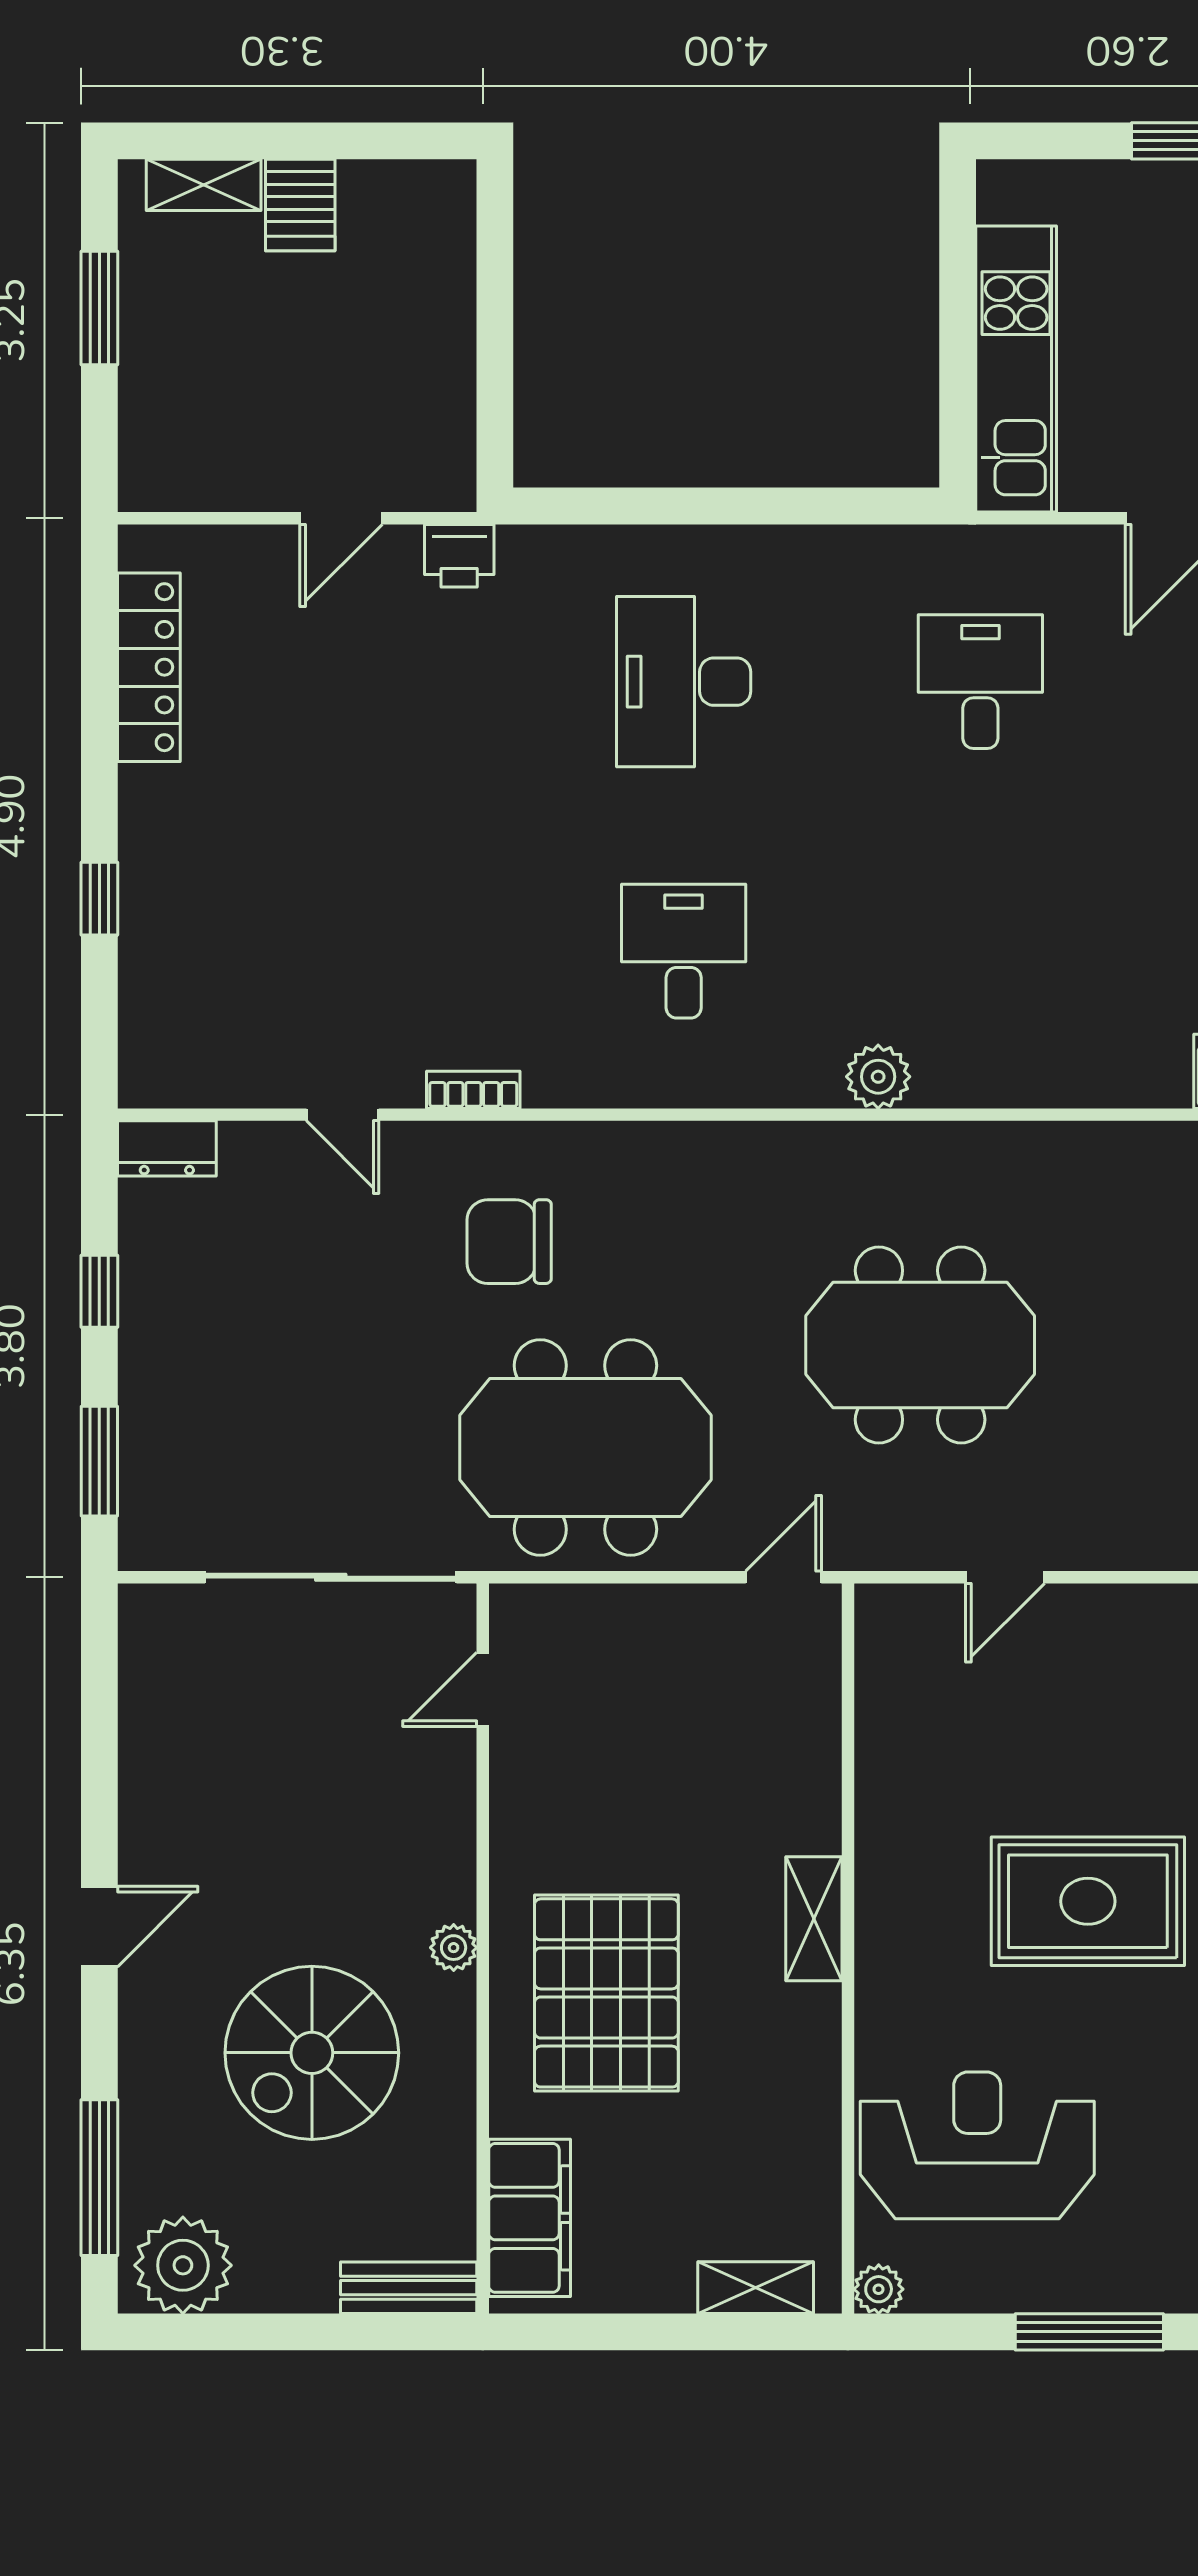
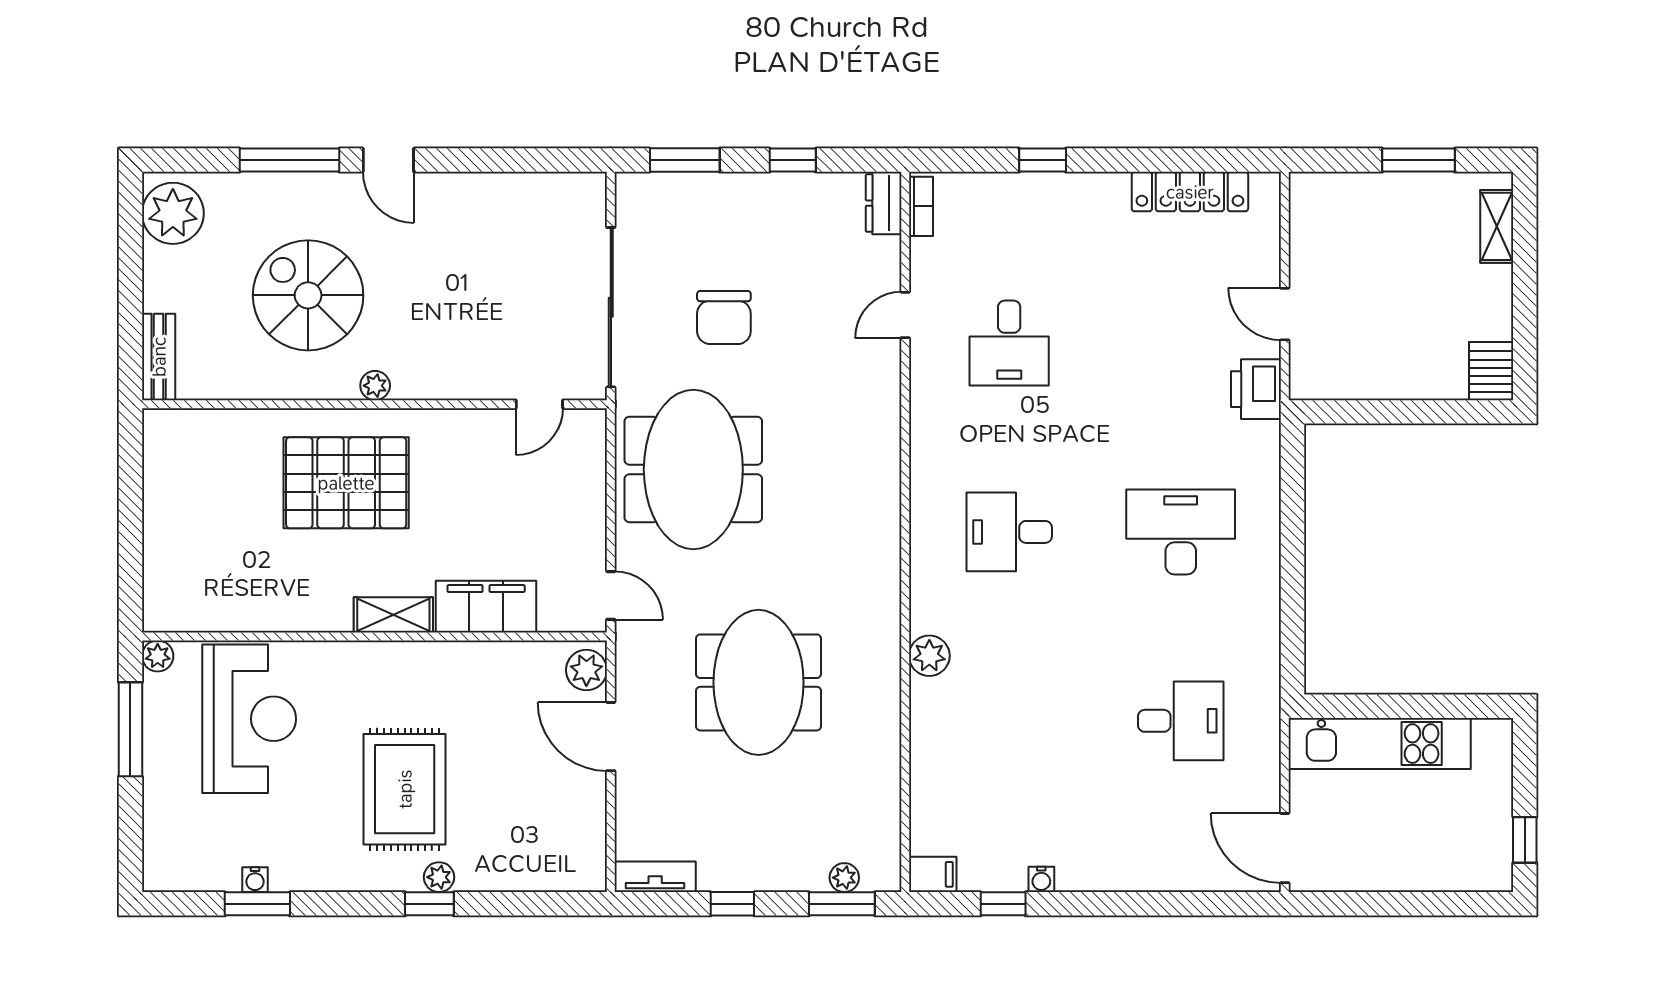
server rack: (300, 205) -> (1491, 371), moved, turned 90
printer: (459, 556) -> (1256, 389), width x1.36, depth x1.24
desk: (387, 951) -> (1009, 343), added
desk: (684, 951) -> (1009, 532), turned 180
bookcase: (473, 1090) -> (921, 206), moved
chair: (509, 1242) -> (724, 318), moved, turned 180
door: (1005, 1577) -> (611, 737), width x1.38
plant: (901, 1615) -> (586, 670), added
door: (483, 1689) -> (539, 404), swing flipped
window: (99, 2178) -> (290, 160), moved
filing cabinet: (530, 2218) -> (486, 607), moved, turned 180
shelving: (756, 2288) -> (159, 578), removed
window: (1089, 2332) -> (130, 729), moved

